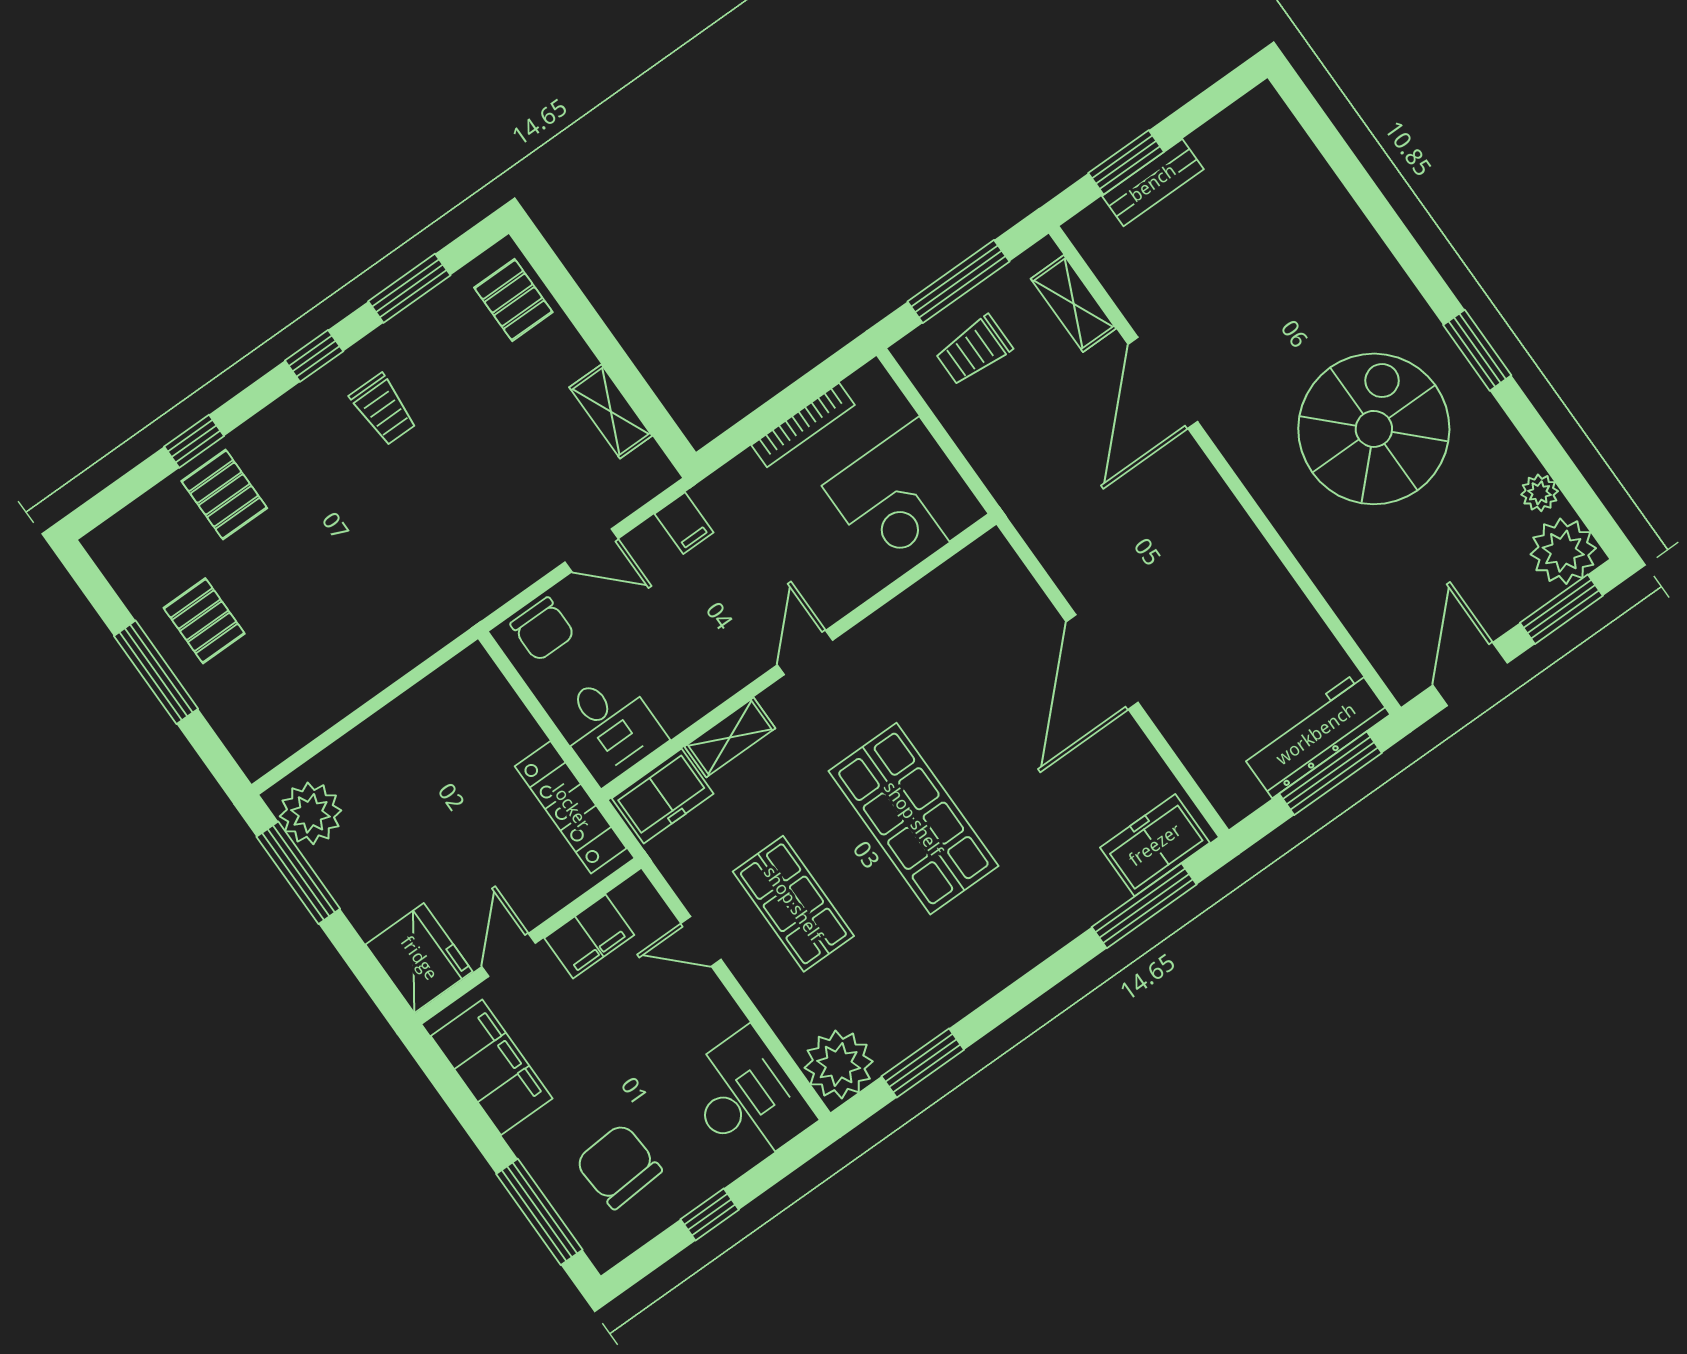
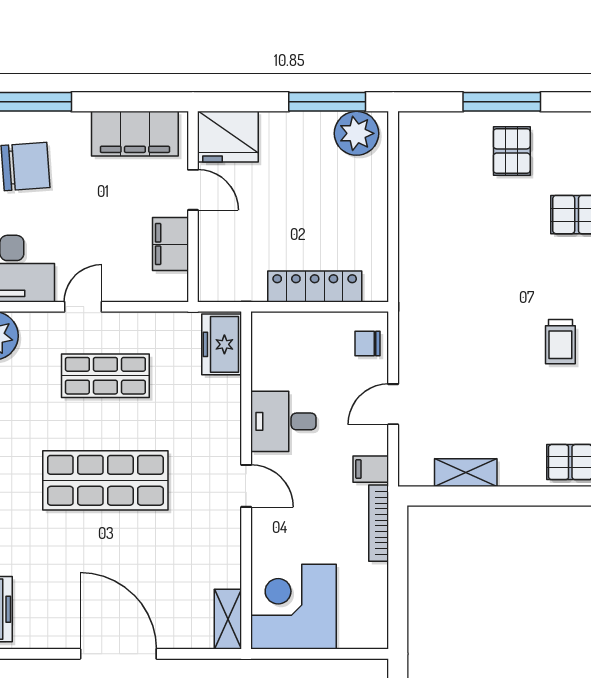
trolley: (383, 409) -> (560, 342), turned -90
bookcase: (803, 425) -> (379, 523), moved
pallet: (204, 621) -> (512, 151), turned 90
chair: (543, 629) -> (368, 343), width x0.73, depth x0.73
desk: (609, 727) -> (283, 421), moved
shelving: (730, 737) -> (228, 619), moved
locker: (571, 807) -> (315, 287), moved
door: (701, 941) -> (83, 307), moved

